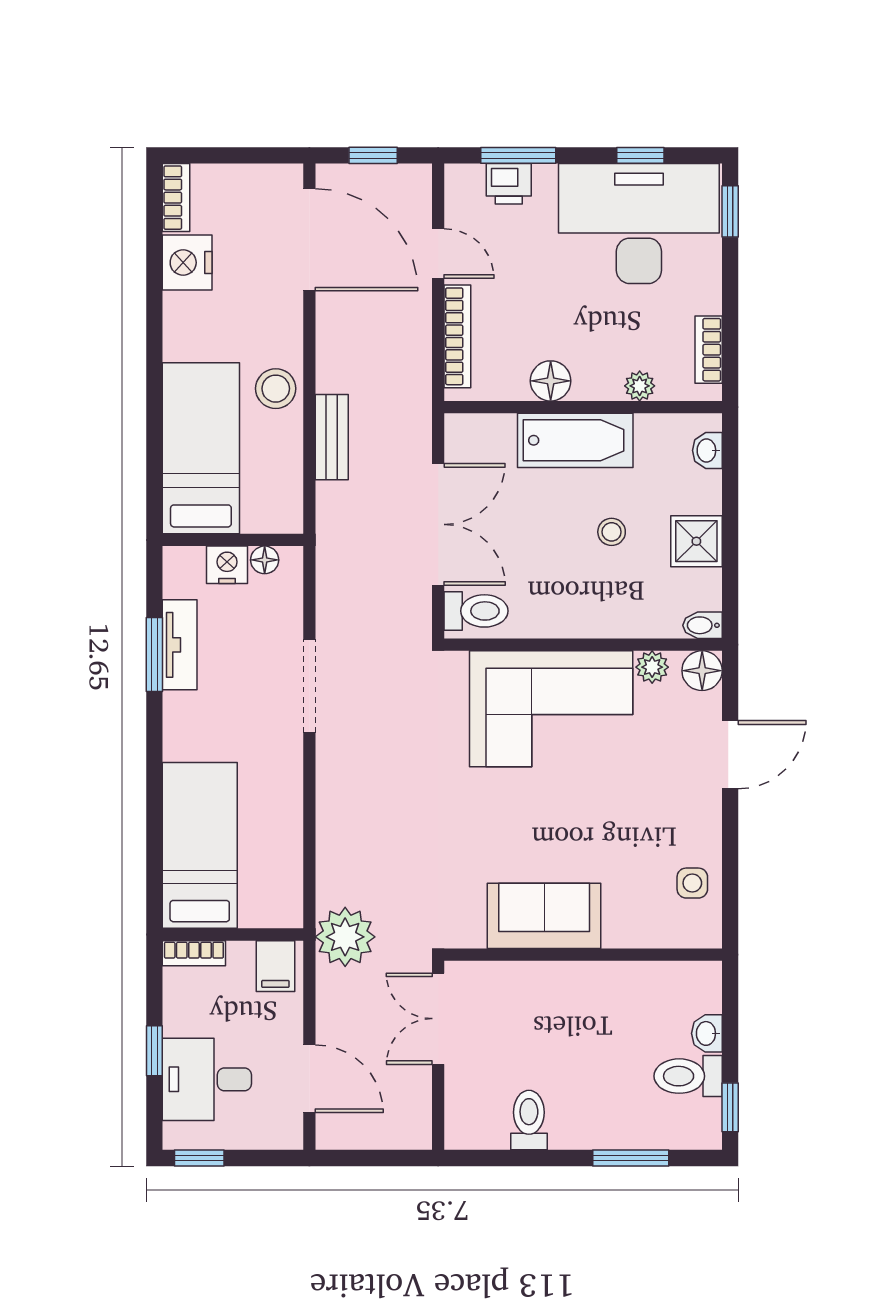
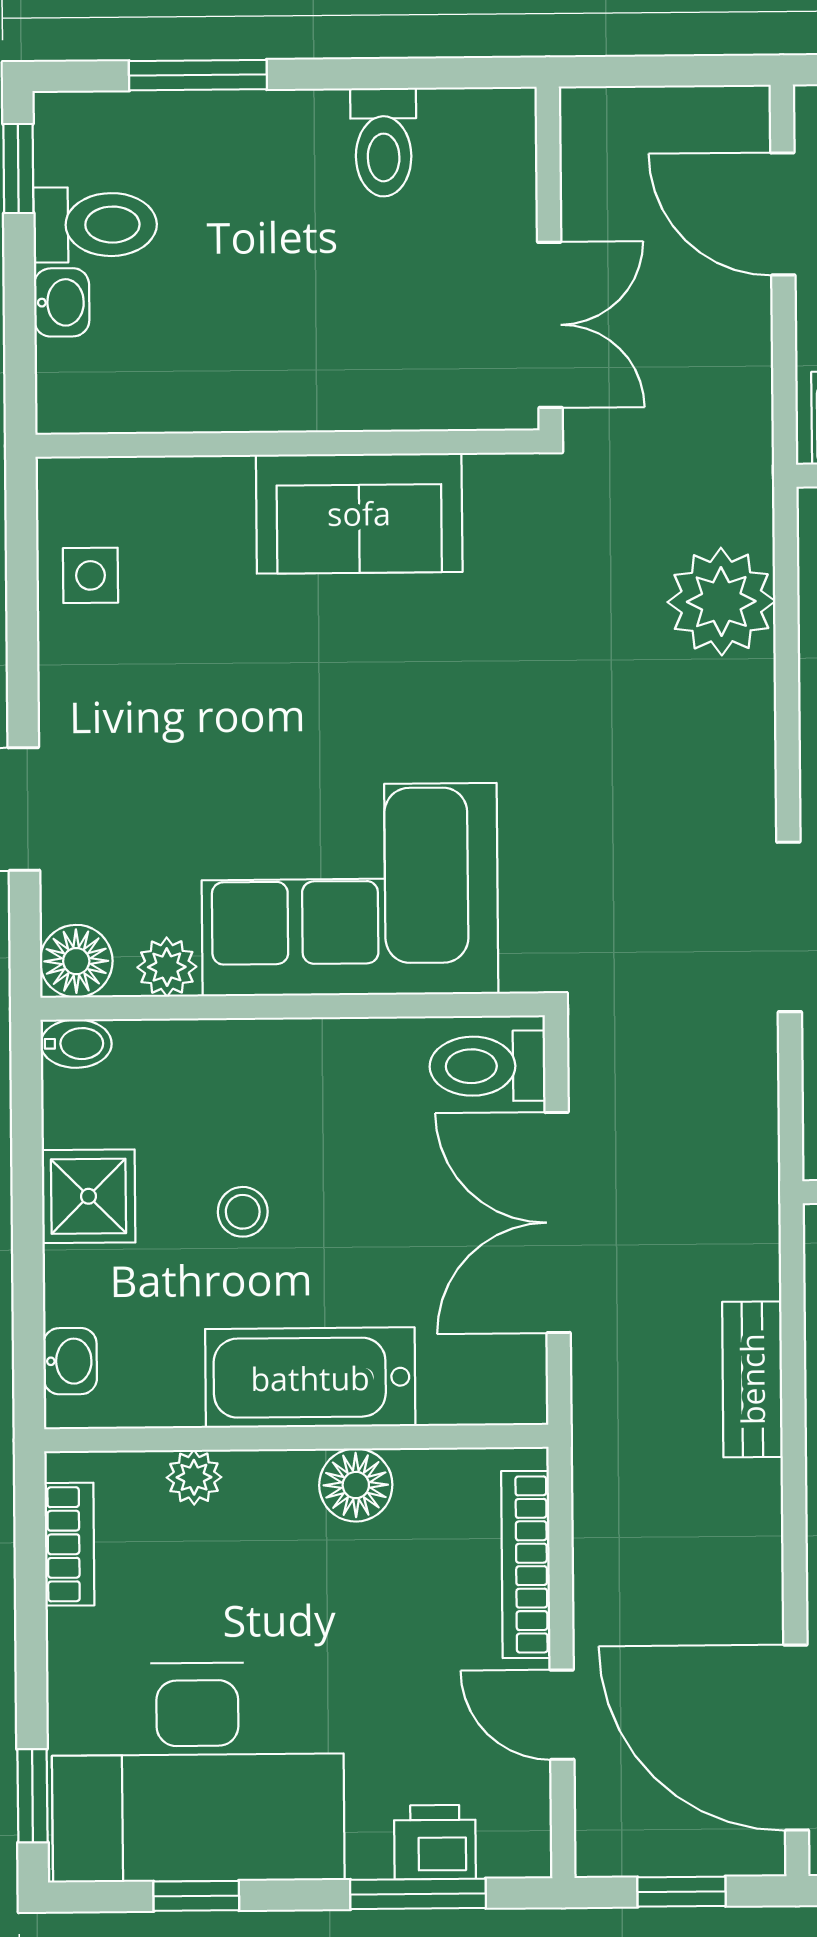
plant: (345, 937) -> (721, 602), moved

